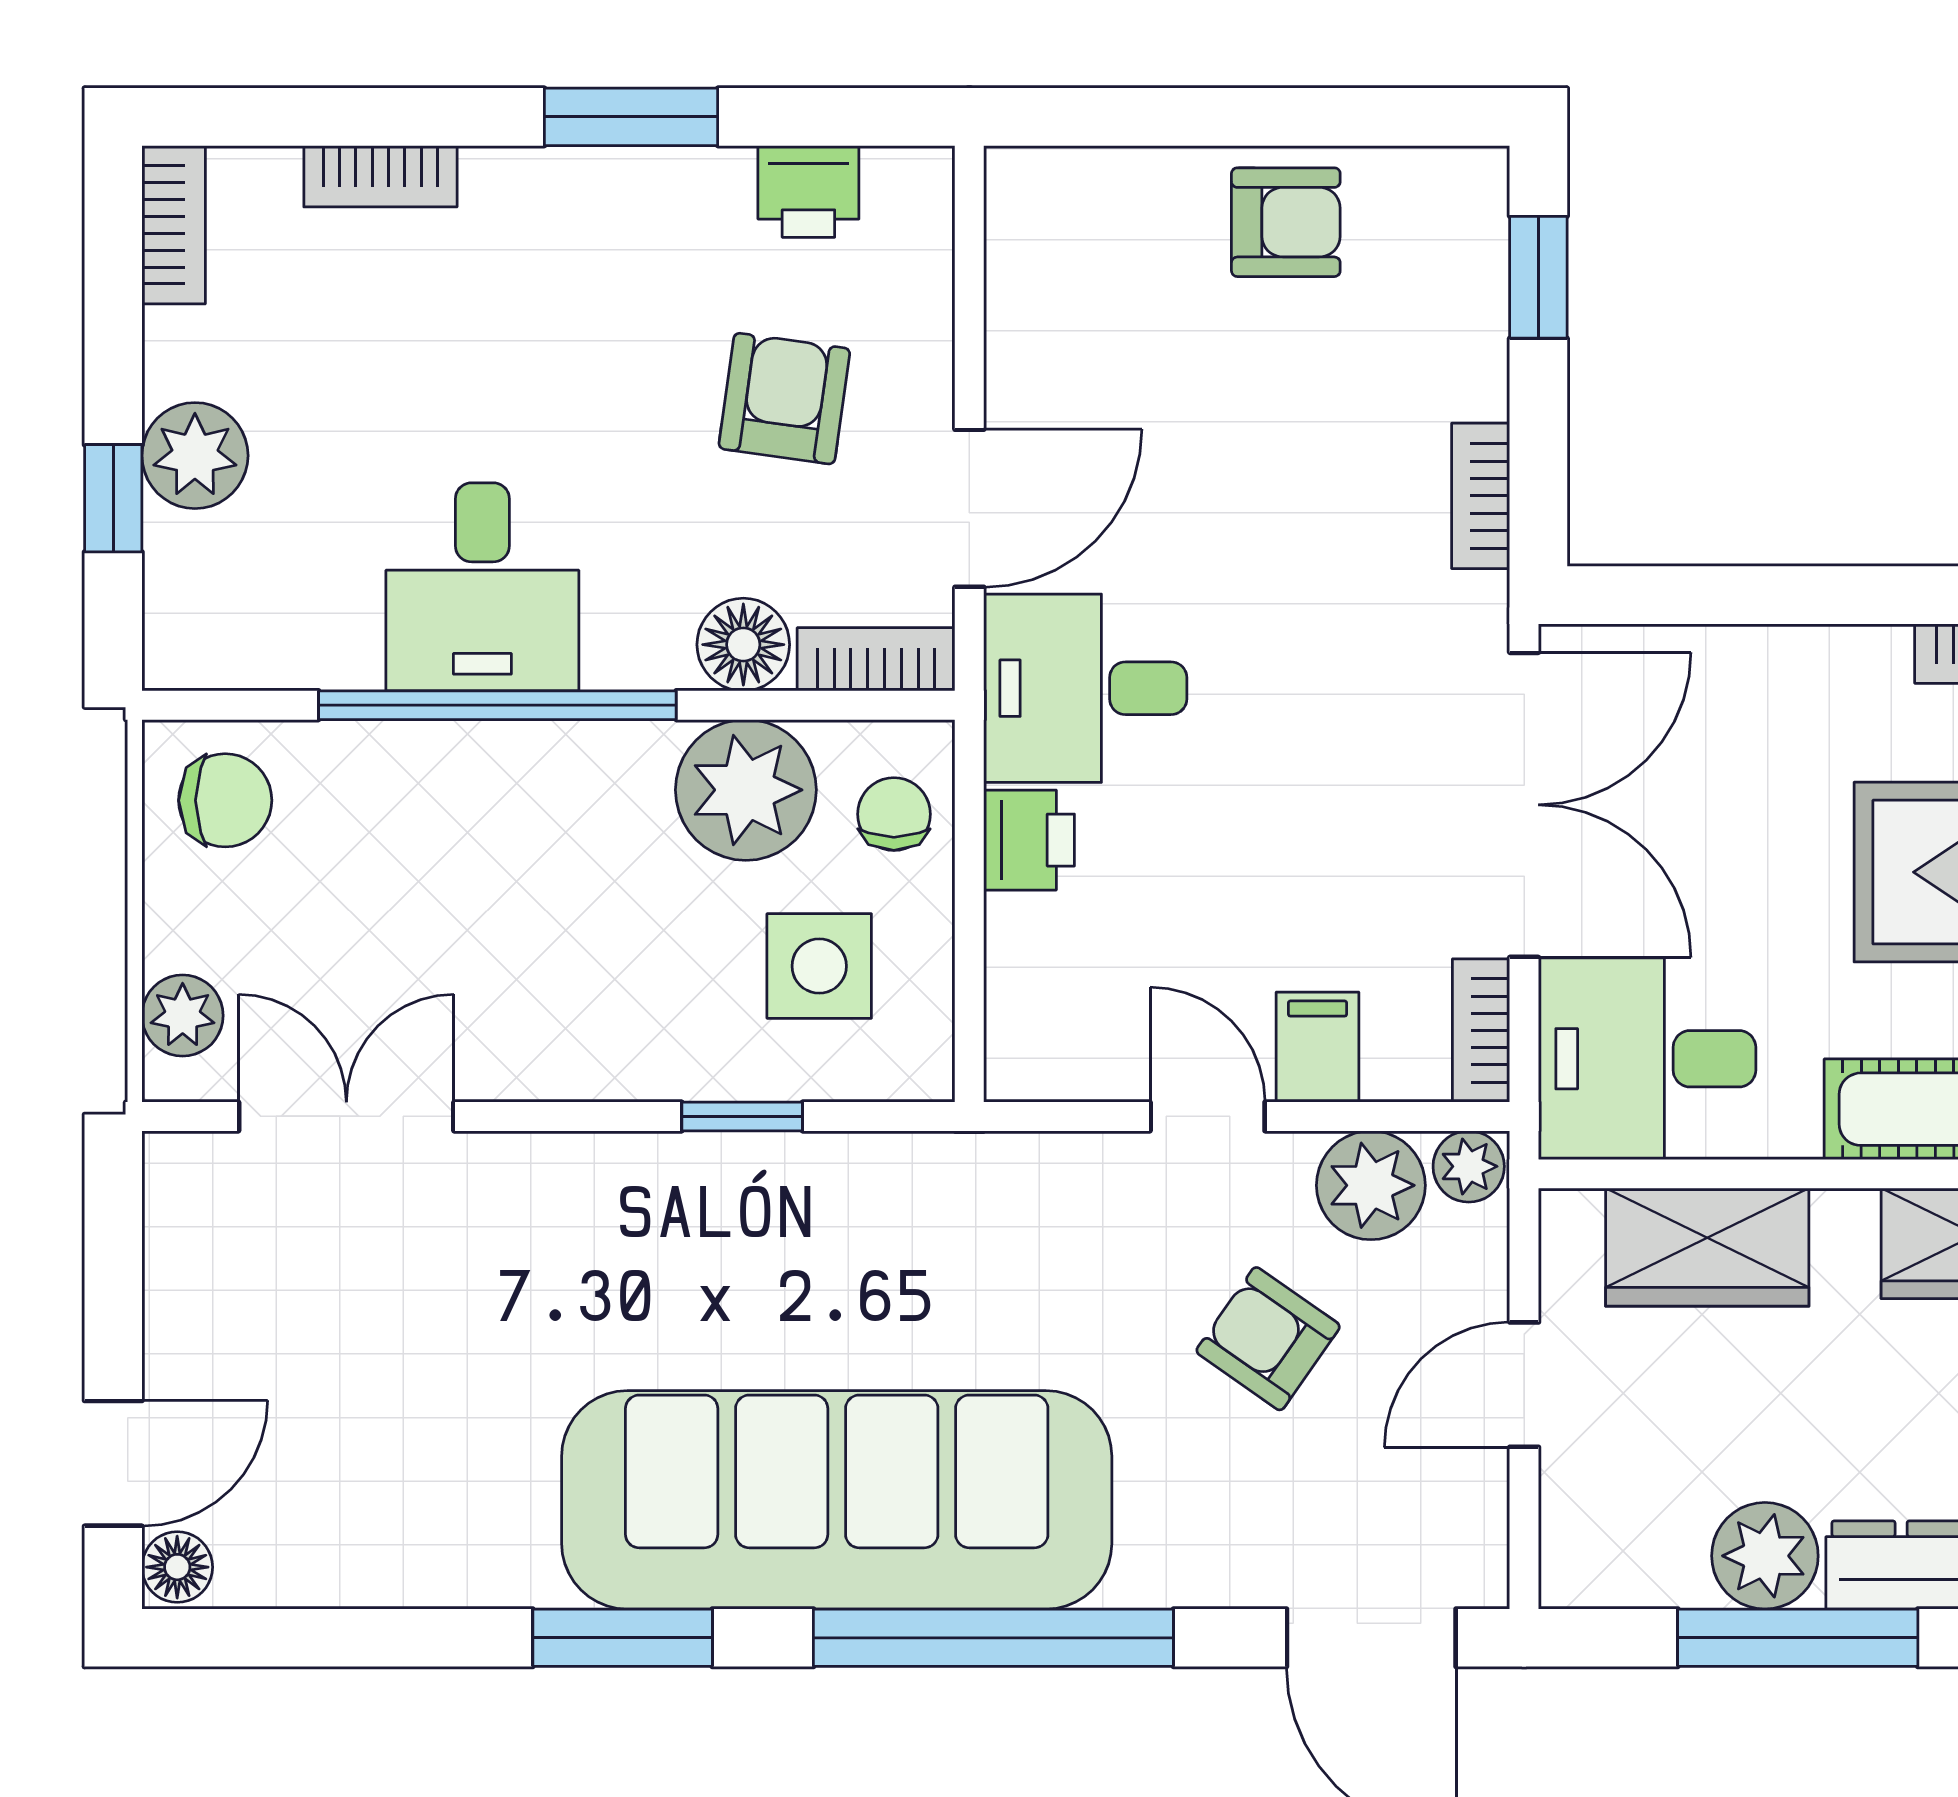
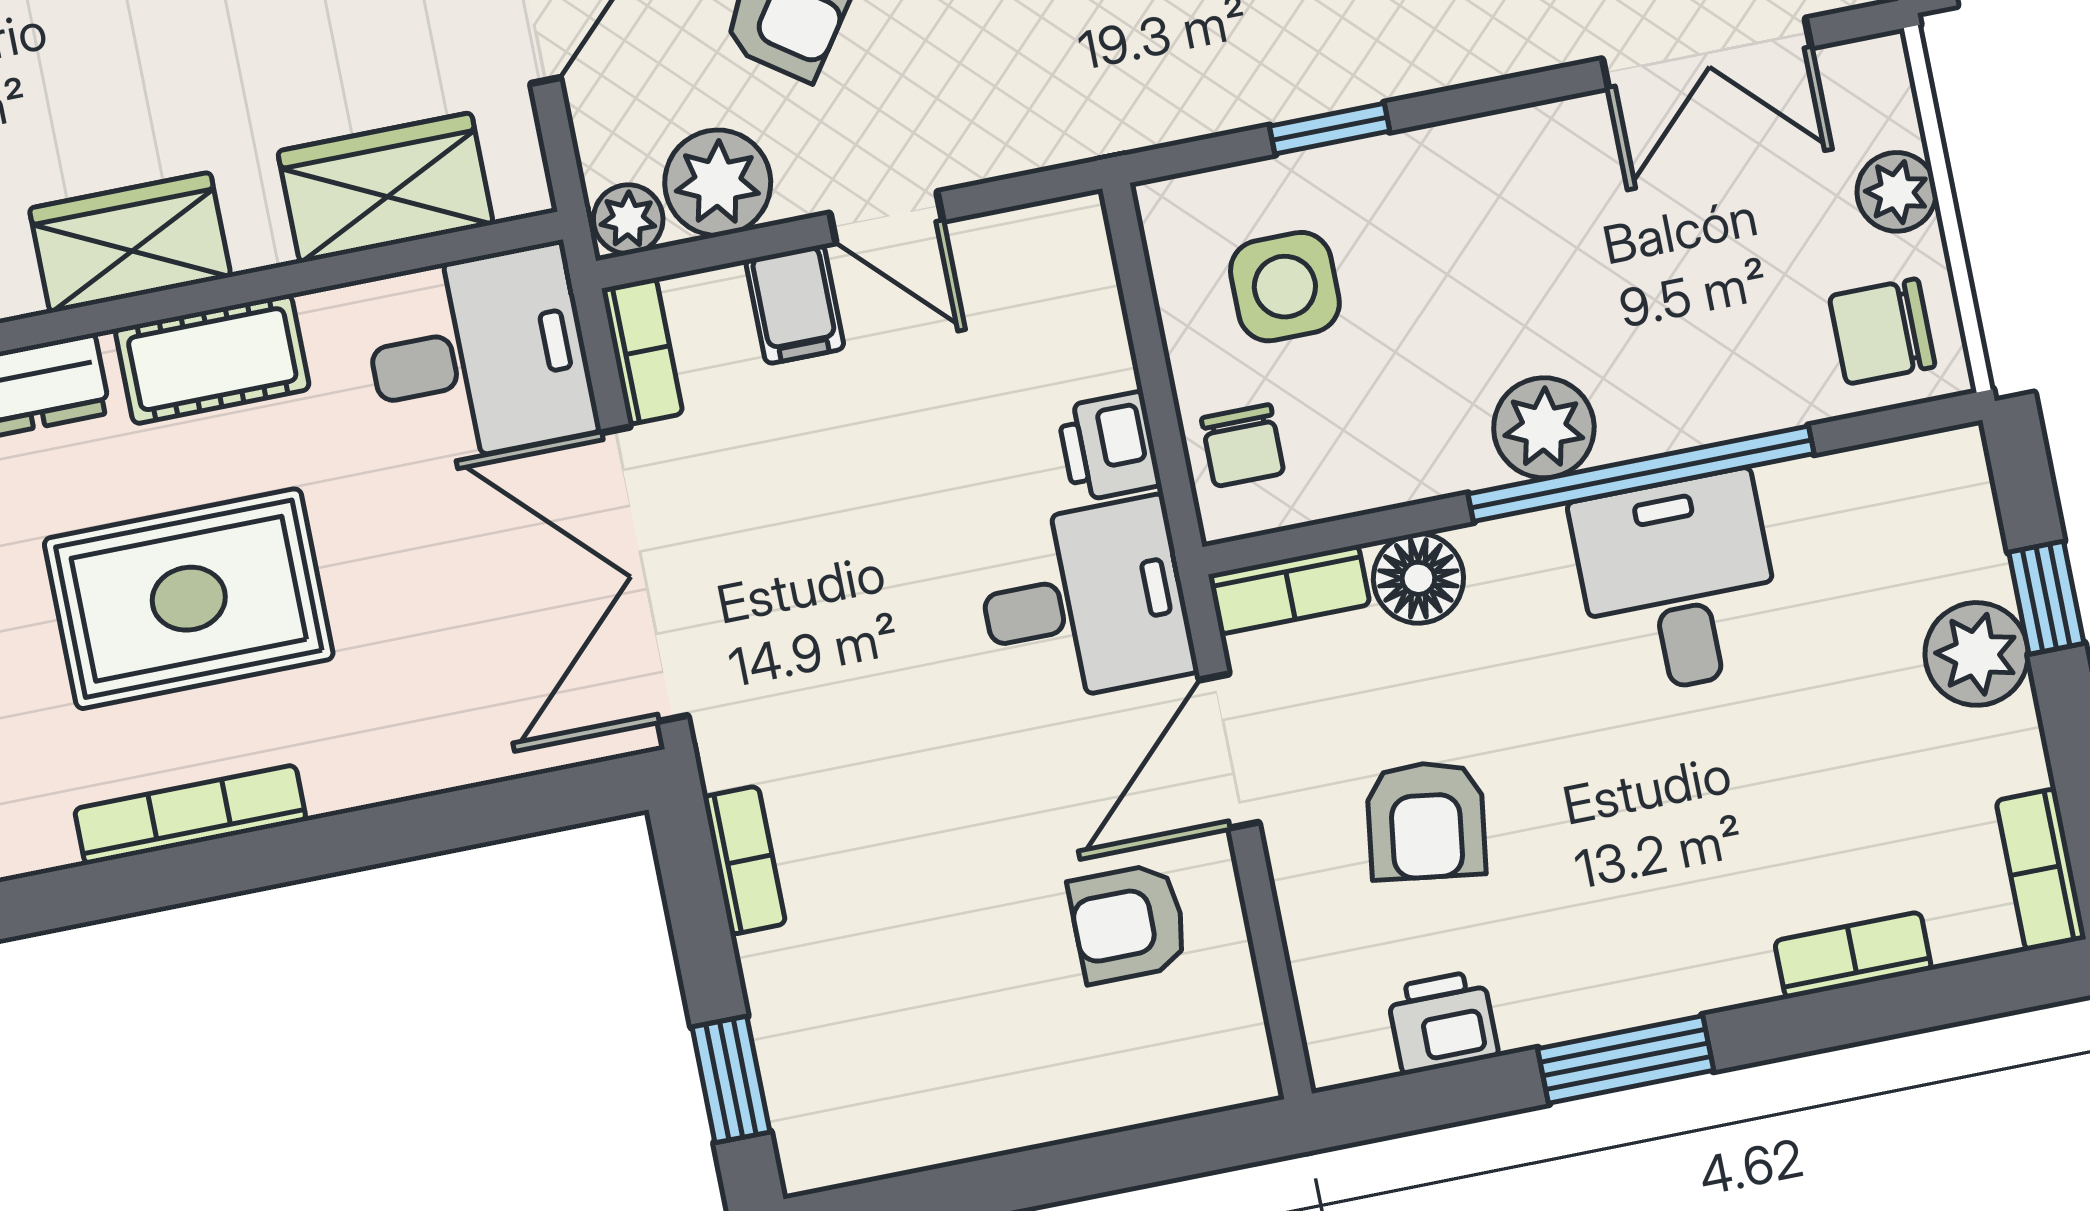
armchair: (1286, 222) -> (1128, 923), moved
plant: (746, 790) -> (1544, 428), moved, width x0.73, depth x0.73
plant: (183, 1016) -> (1897, 192), moved

